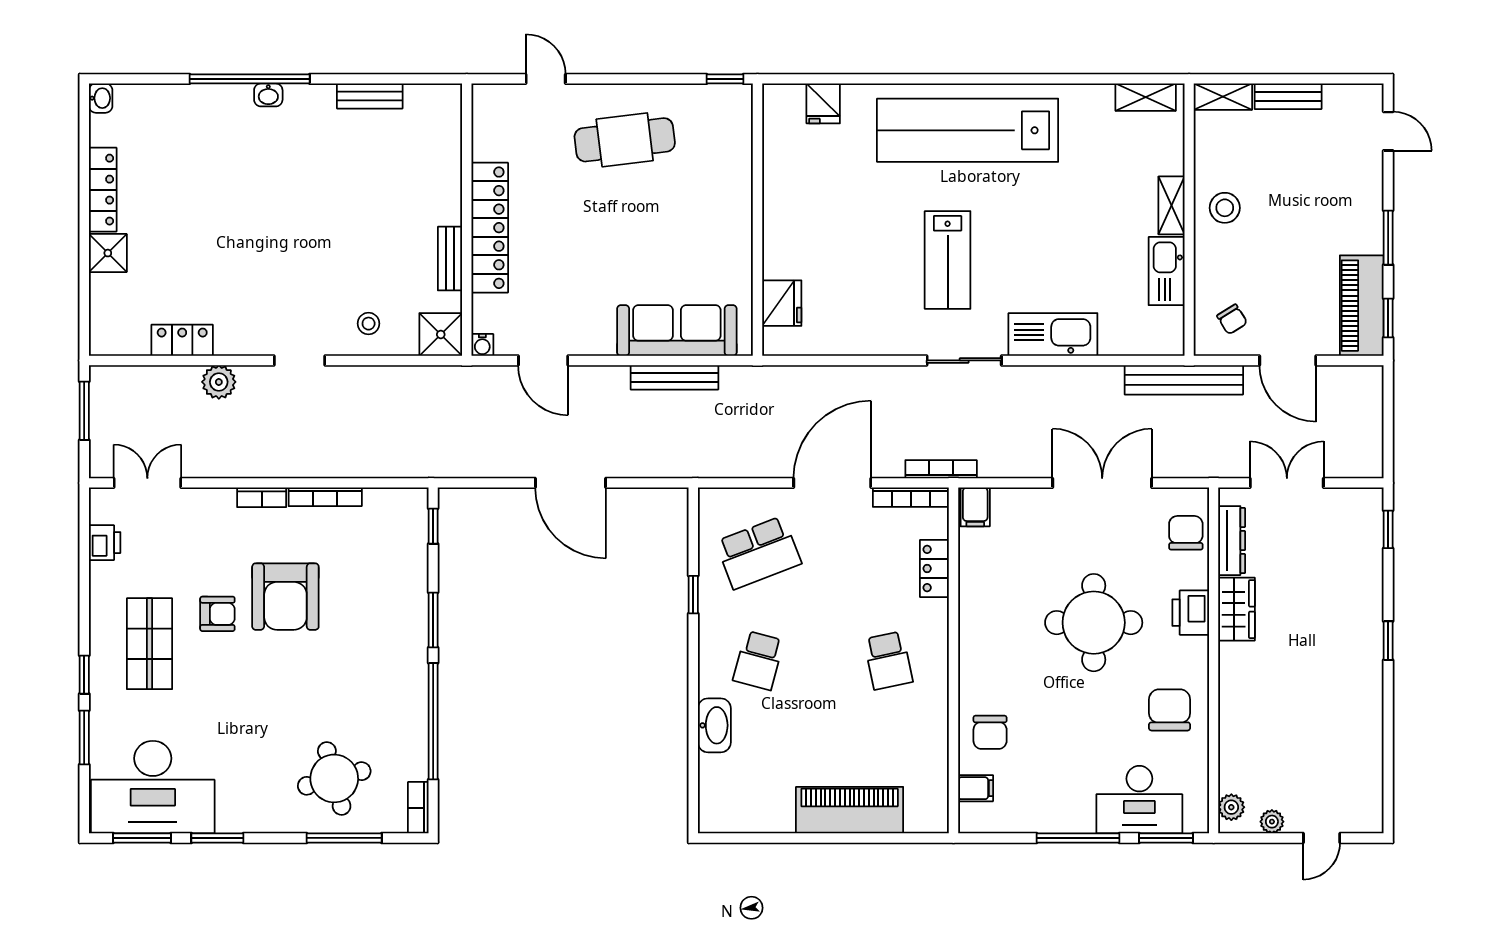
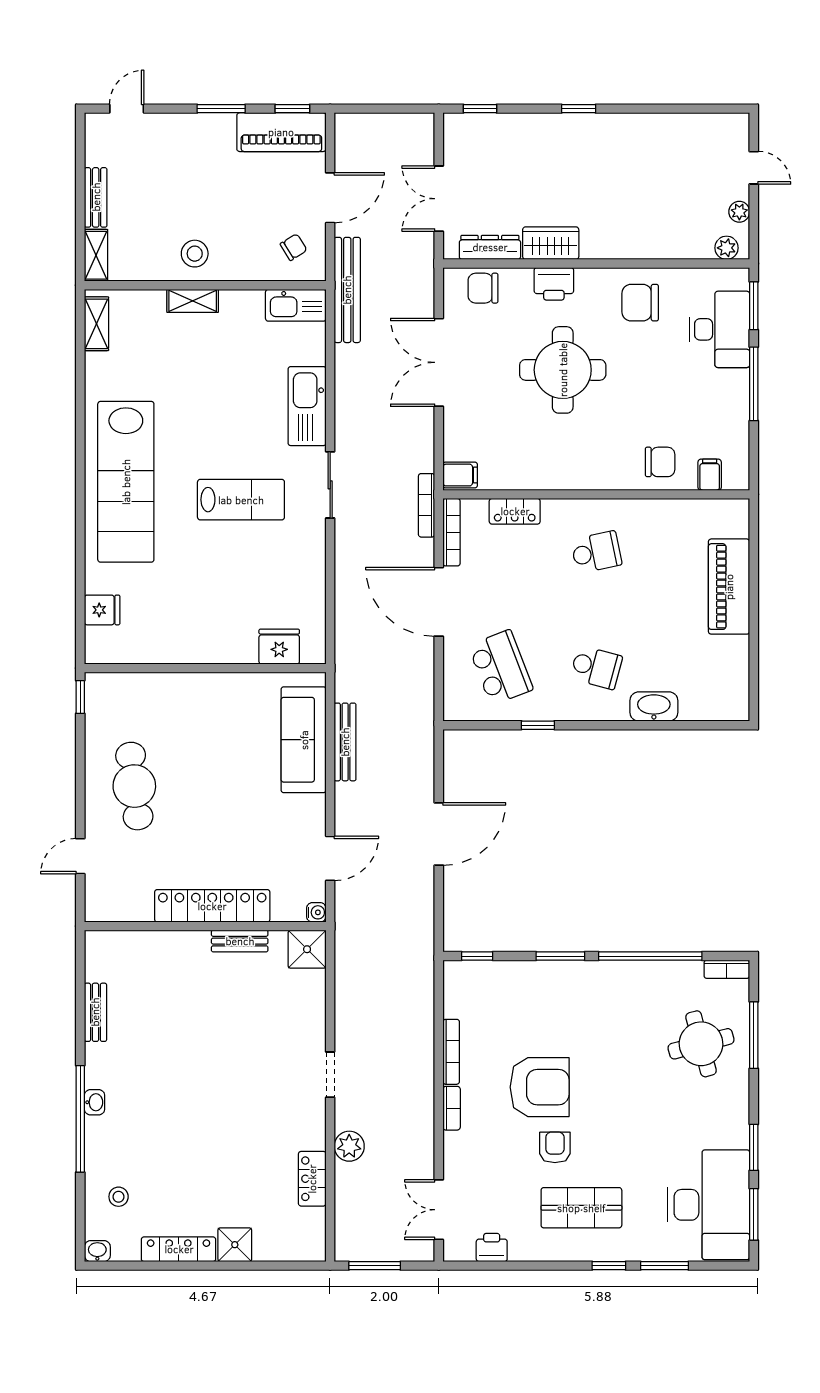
kitchen sink: (1167, 271) -> (296, 305), moved
stool: (369, 324) -> (119, 1197), moved

